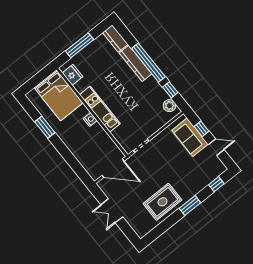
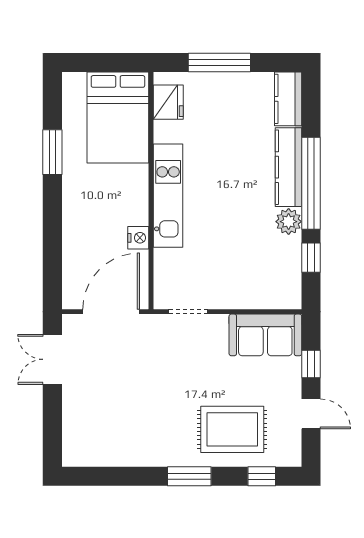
plant: (169, 106) -> (289, 222), moved
nightstand: (90, 119) -> (138, 238), moved
sofa: (190, 137) -> (265, 335), moved, turned -90
door: (113, 168) -> (111, 312), swing flipped
rug: (162, 202) -> (232, 429), moved
double door: (112, 211) -> (52, 359), moved

